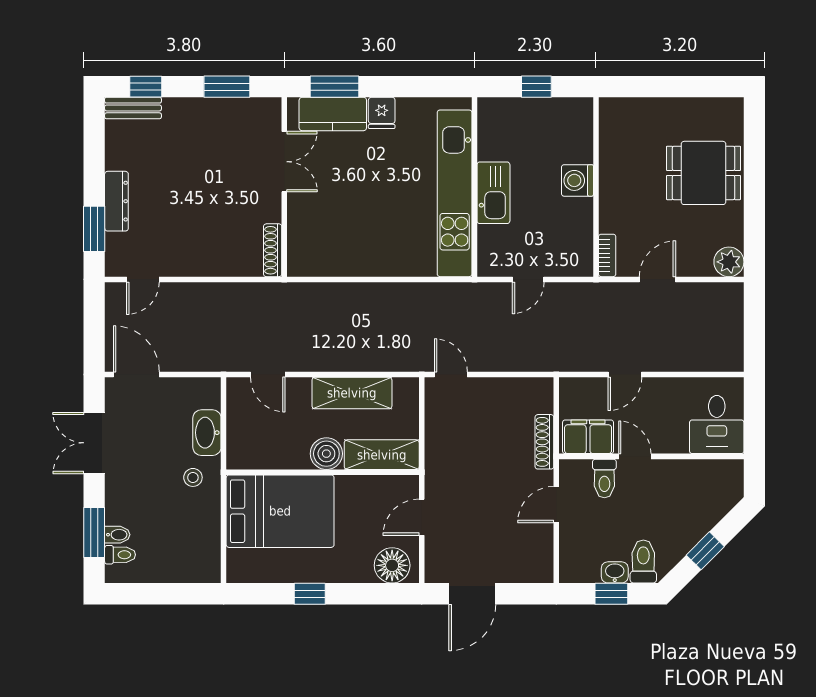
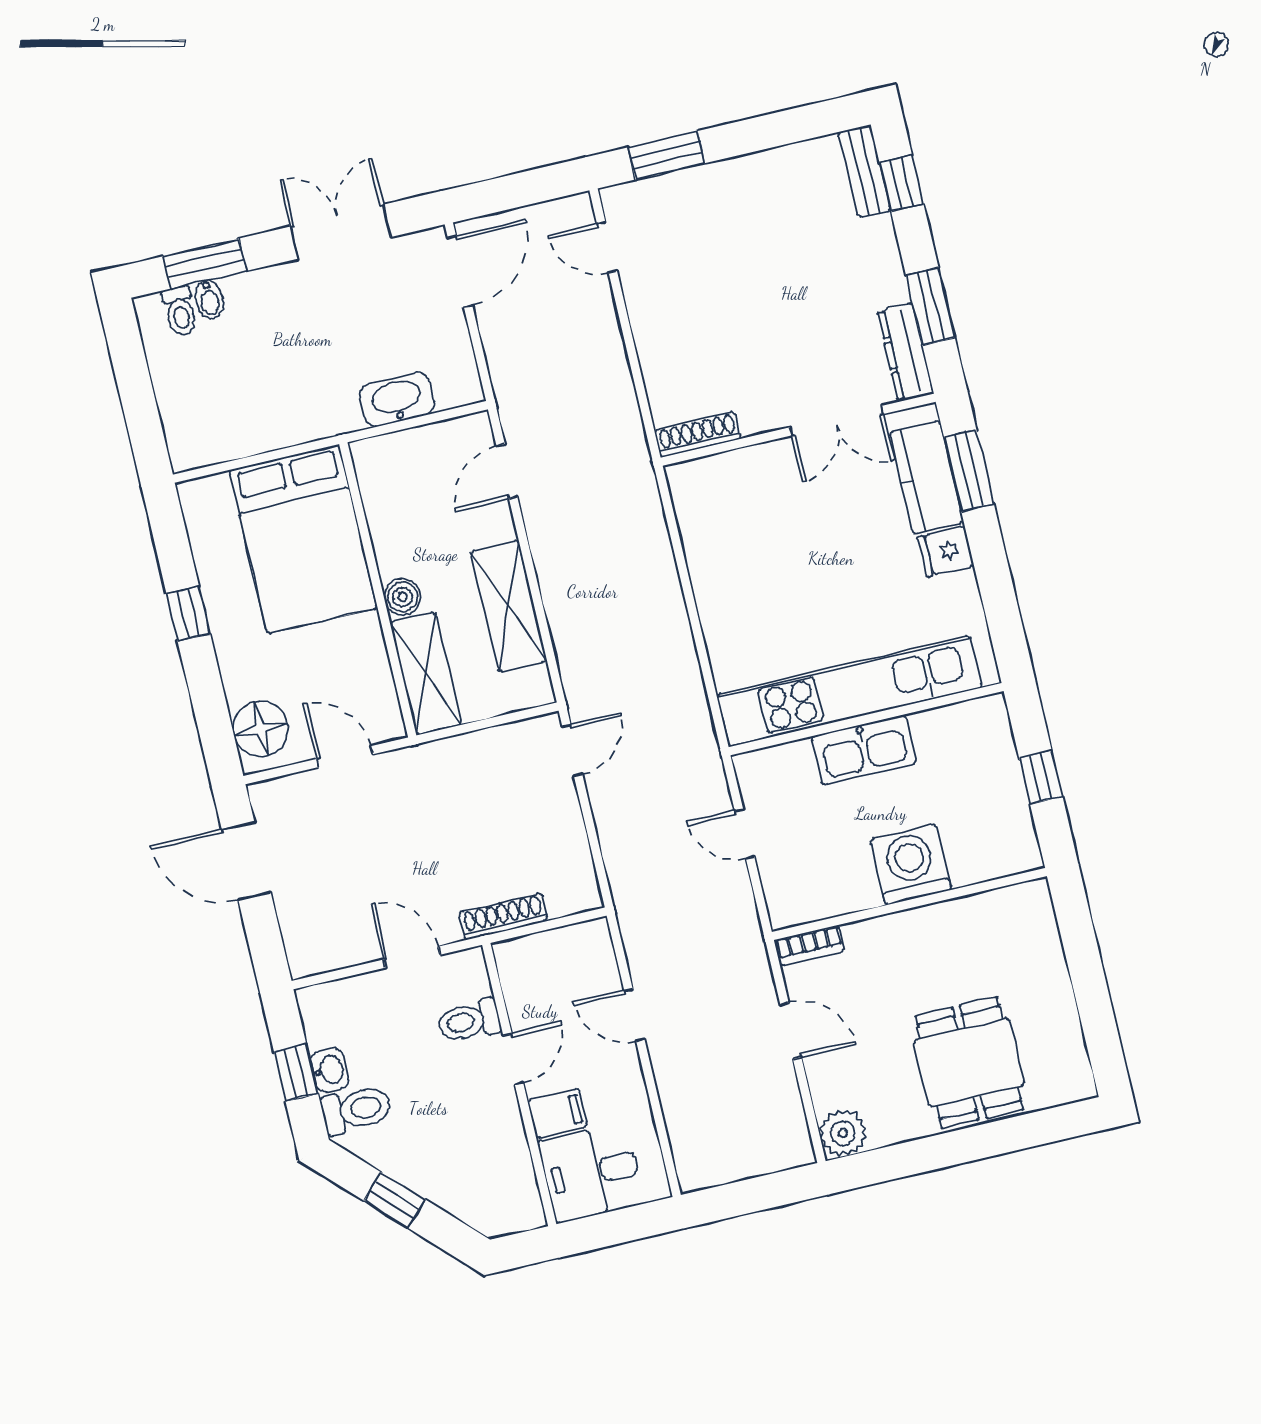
washing machine: (577, 180) -> (911, 864), width x1.37, depth x1.37
dresser: (116, 201) -> (905, 352), moved, turned 90
filing cabinet: (588, 437) -> (557, 1113), moved, width x0.50
boiler: (326, 454) -> (402, 597), width x0.73, depth x0.73
stool: (193, 477) -> (323, 394), removed

